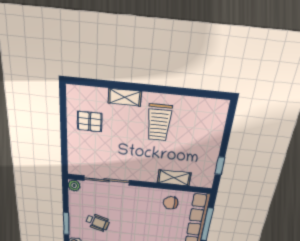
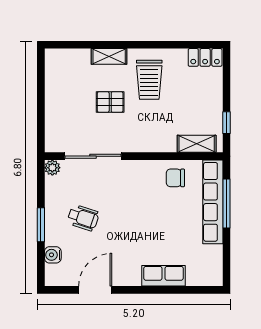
locker: (212, 107) -> (205, 57), added
pallet: (90, 122) -> (110, 102), moved
shelving: (174, 178) -> (197, 144), moved

